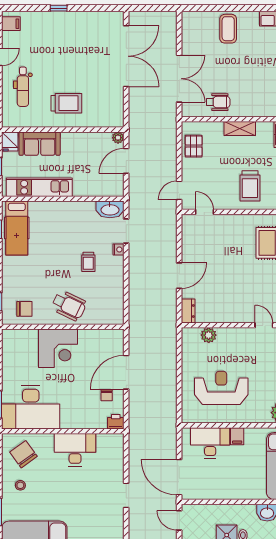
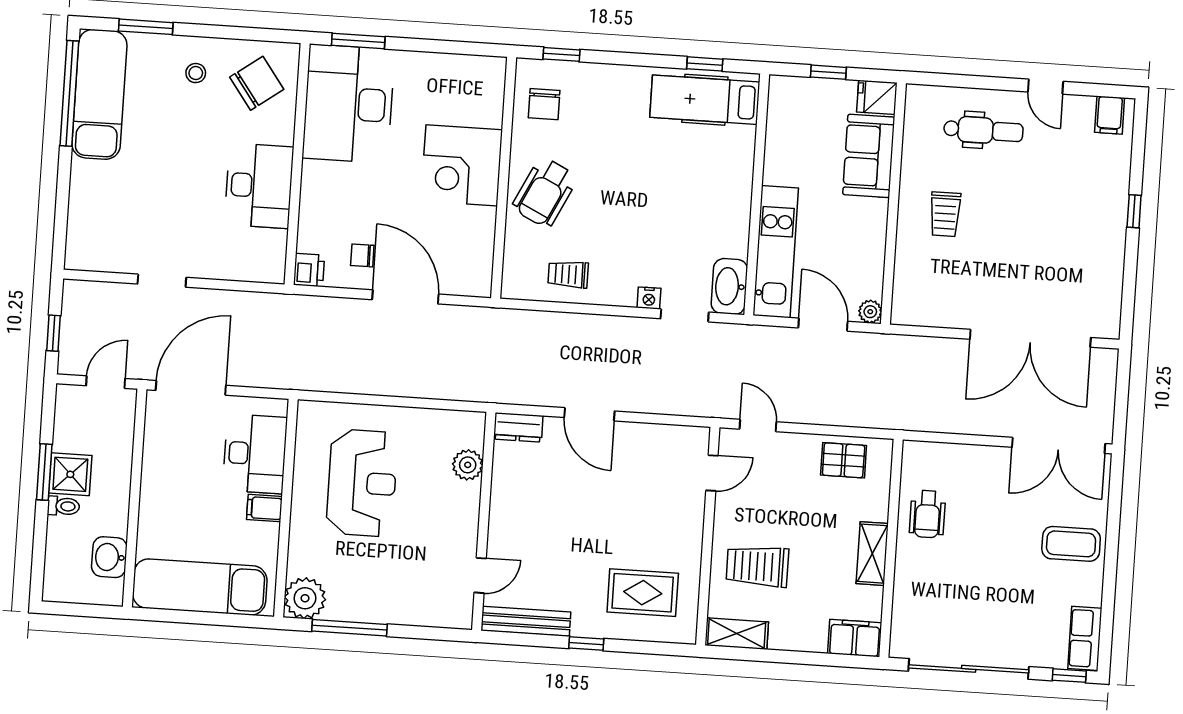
double door: (179, 79) -> (1059, 445), moved
dental chair: (23, 87) -> (983, 130), turned 180
trolley: (66, 103) -> (945, 214), width x0.73, depth x0.72
kitchen unit: (39, 187) -> (776, 252), moved
trolley: (88, 262) -> (568, 274), moved

